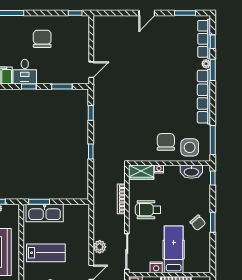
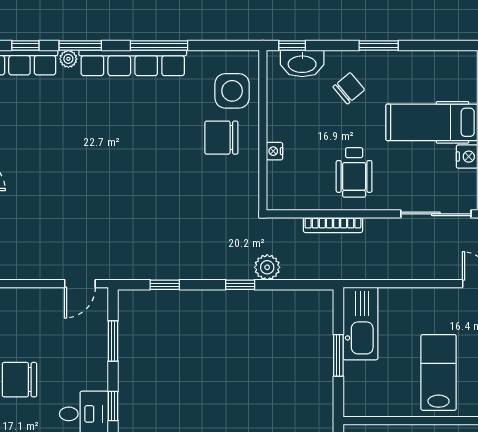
door: (91, 70) -> (80, 284), swing flipped
window: (213, 140) -> (159, 45), moved
wardrobe: (141, 172) -> (281, 186), removed
washbasin: (191, 172) -> (302, 63), moved, turned 90
window: (39, 202) -> (338, 355), moved
kitchen sink: (45, 213) -> (360, 323), moved
chair: (198, 223) -> (349, 88), moved
plant: (100, 247) -> (267, 267), moved

